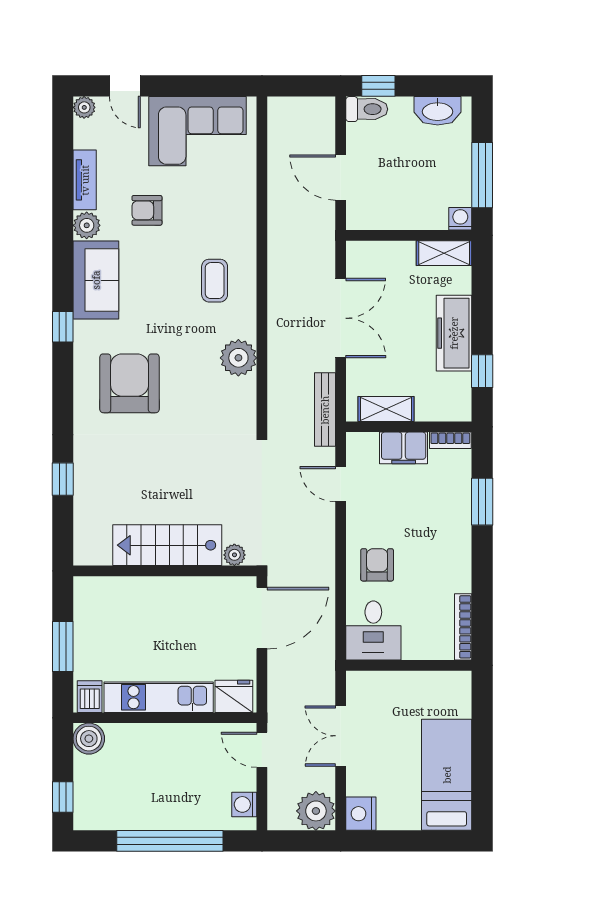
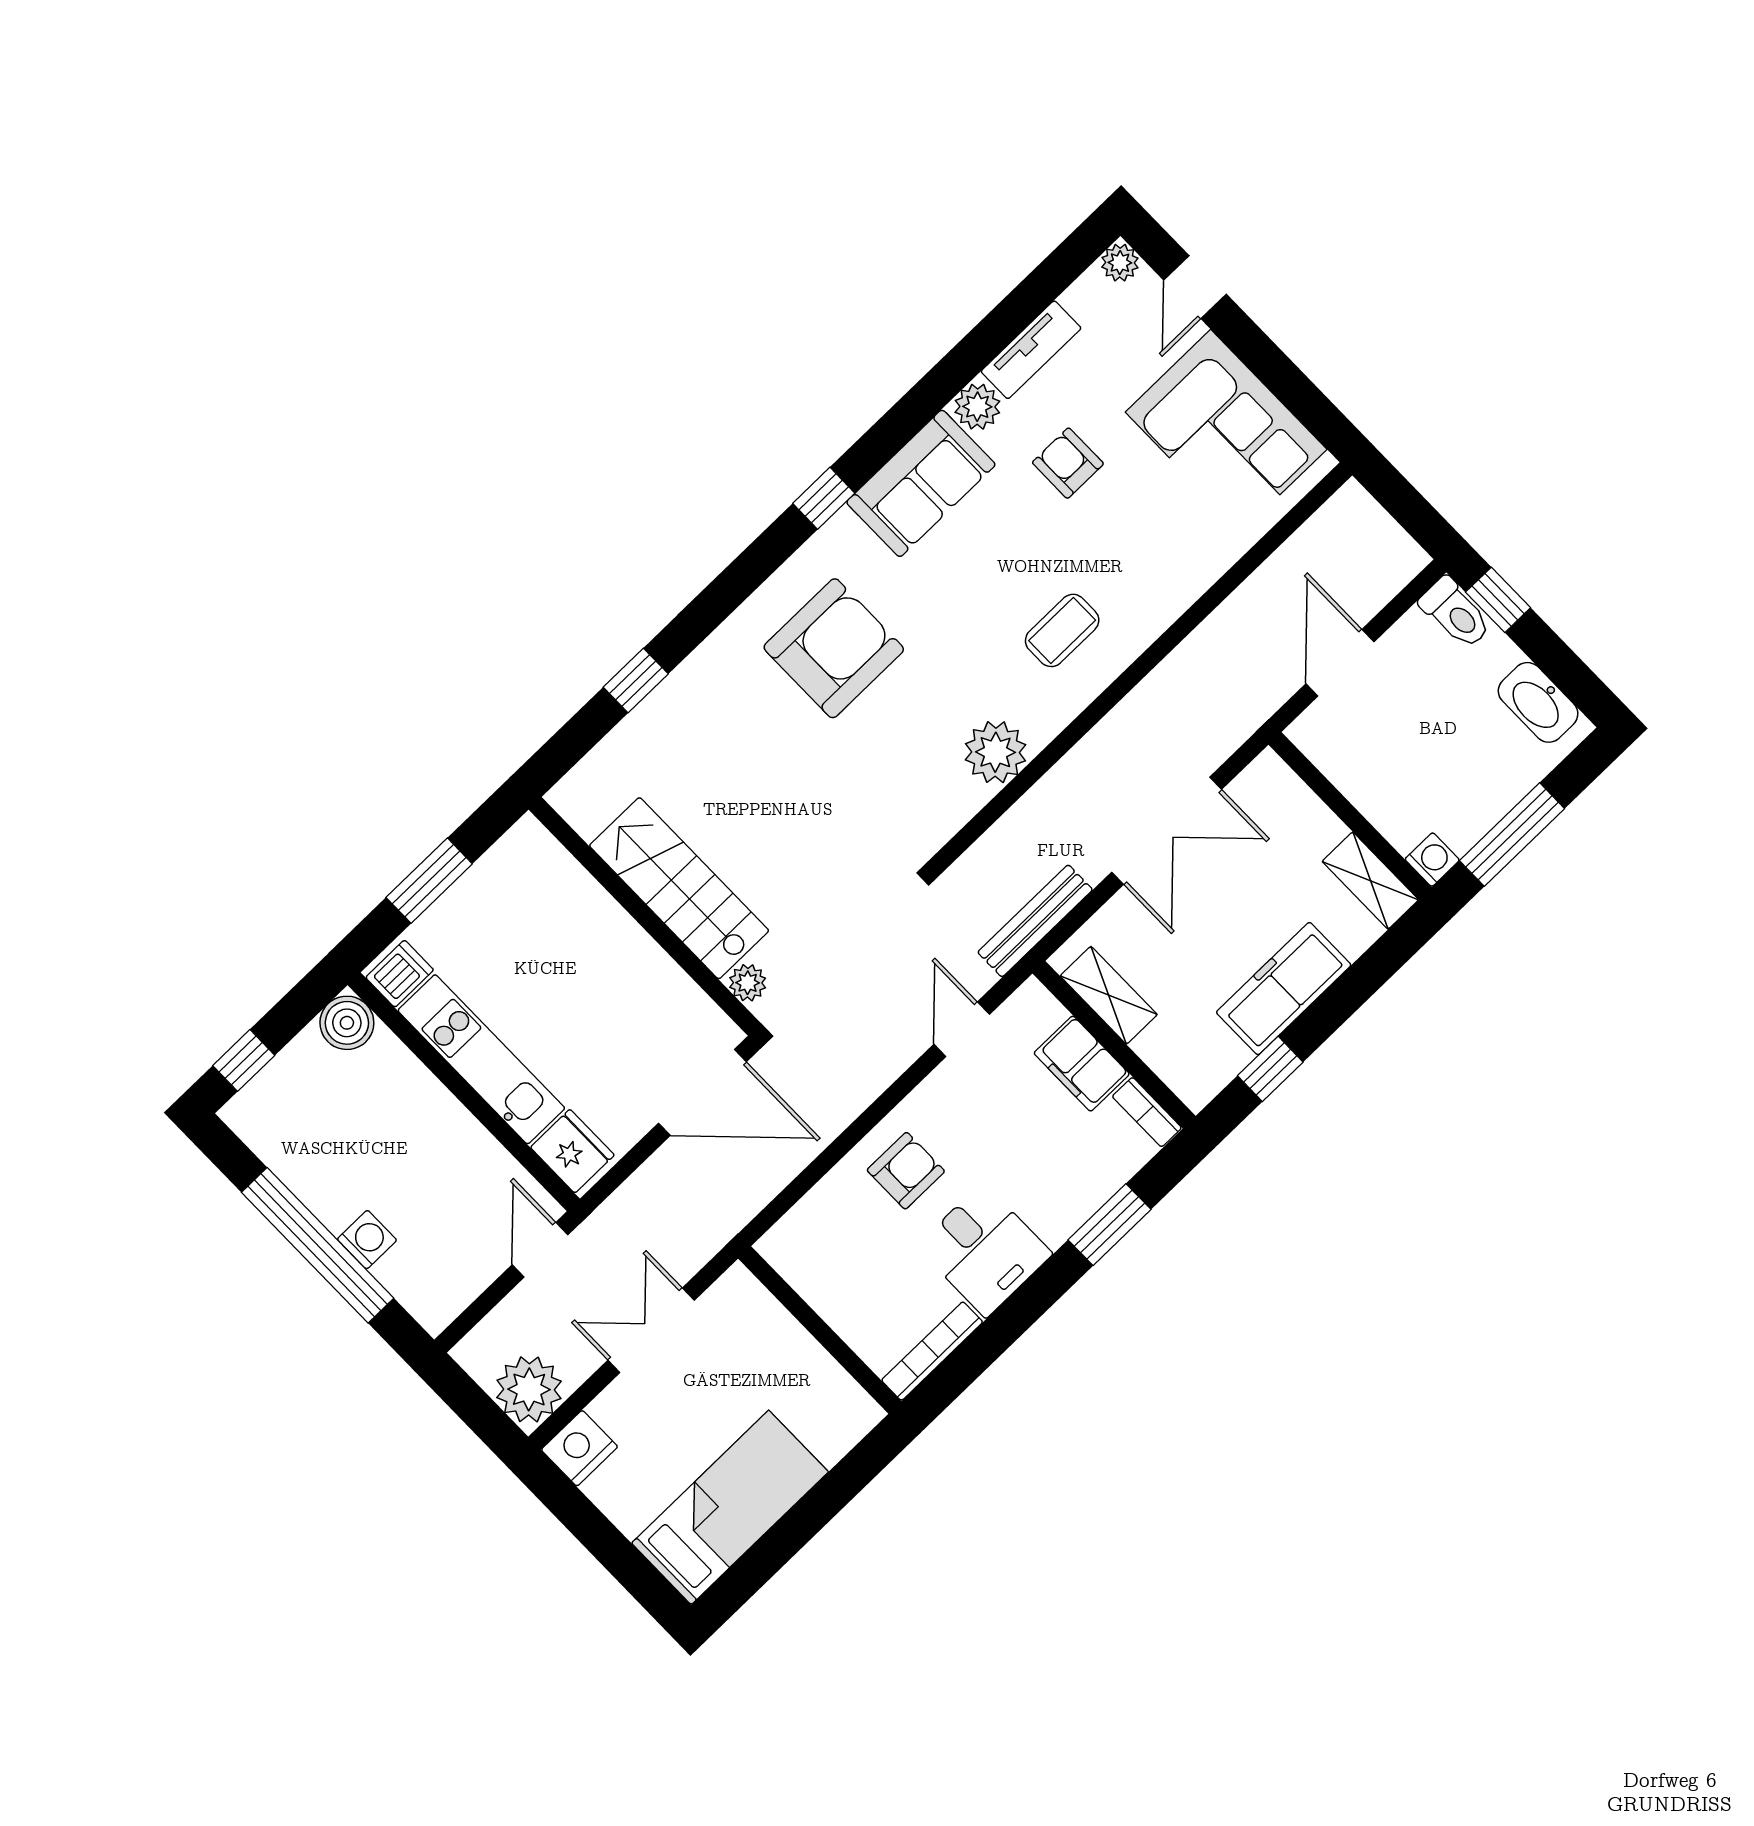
desk: (373, 630) -> (984, 1250), moved, turned -90
washing machine: (244, 804) -> (367, 1240), moved, turned 90

